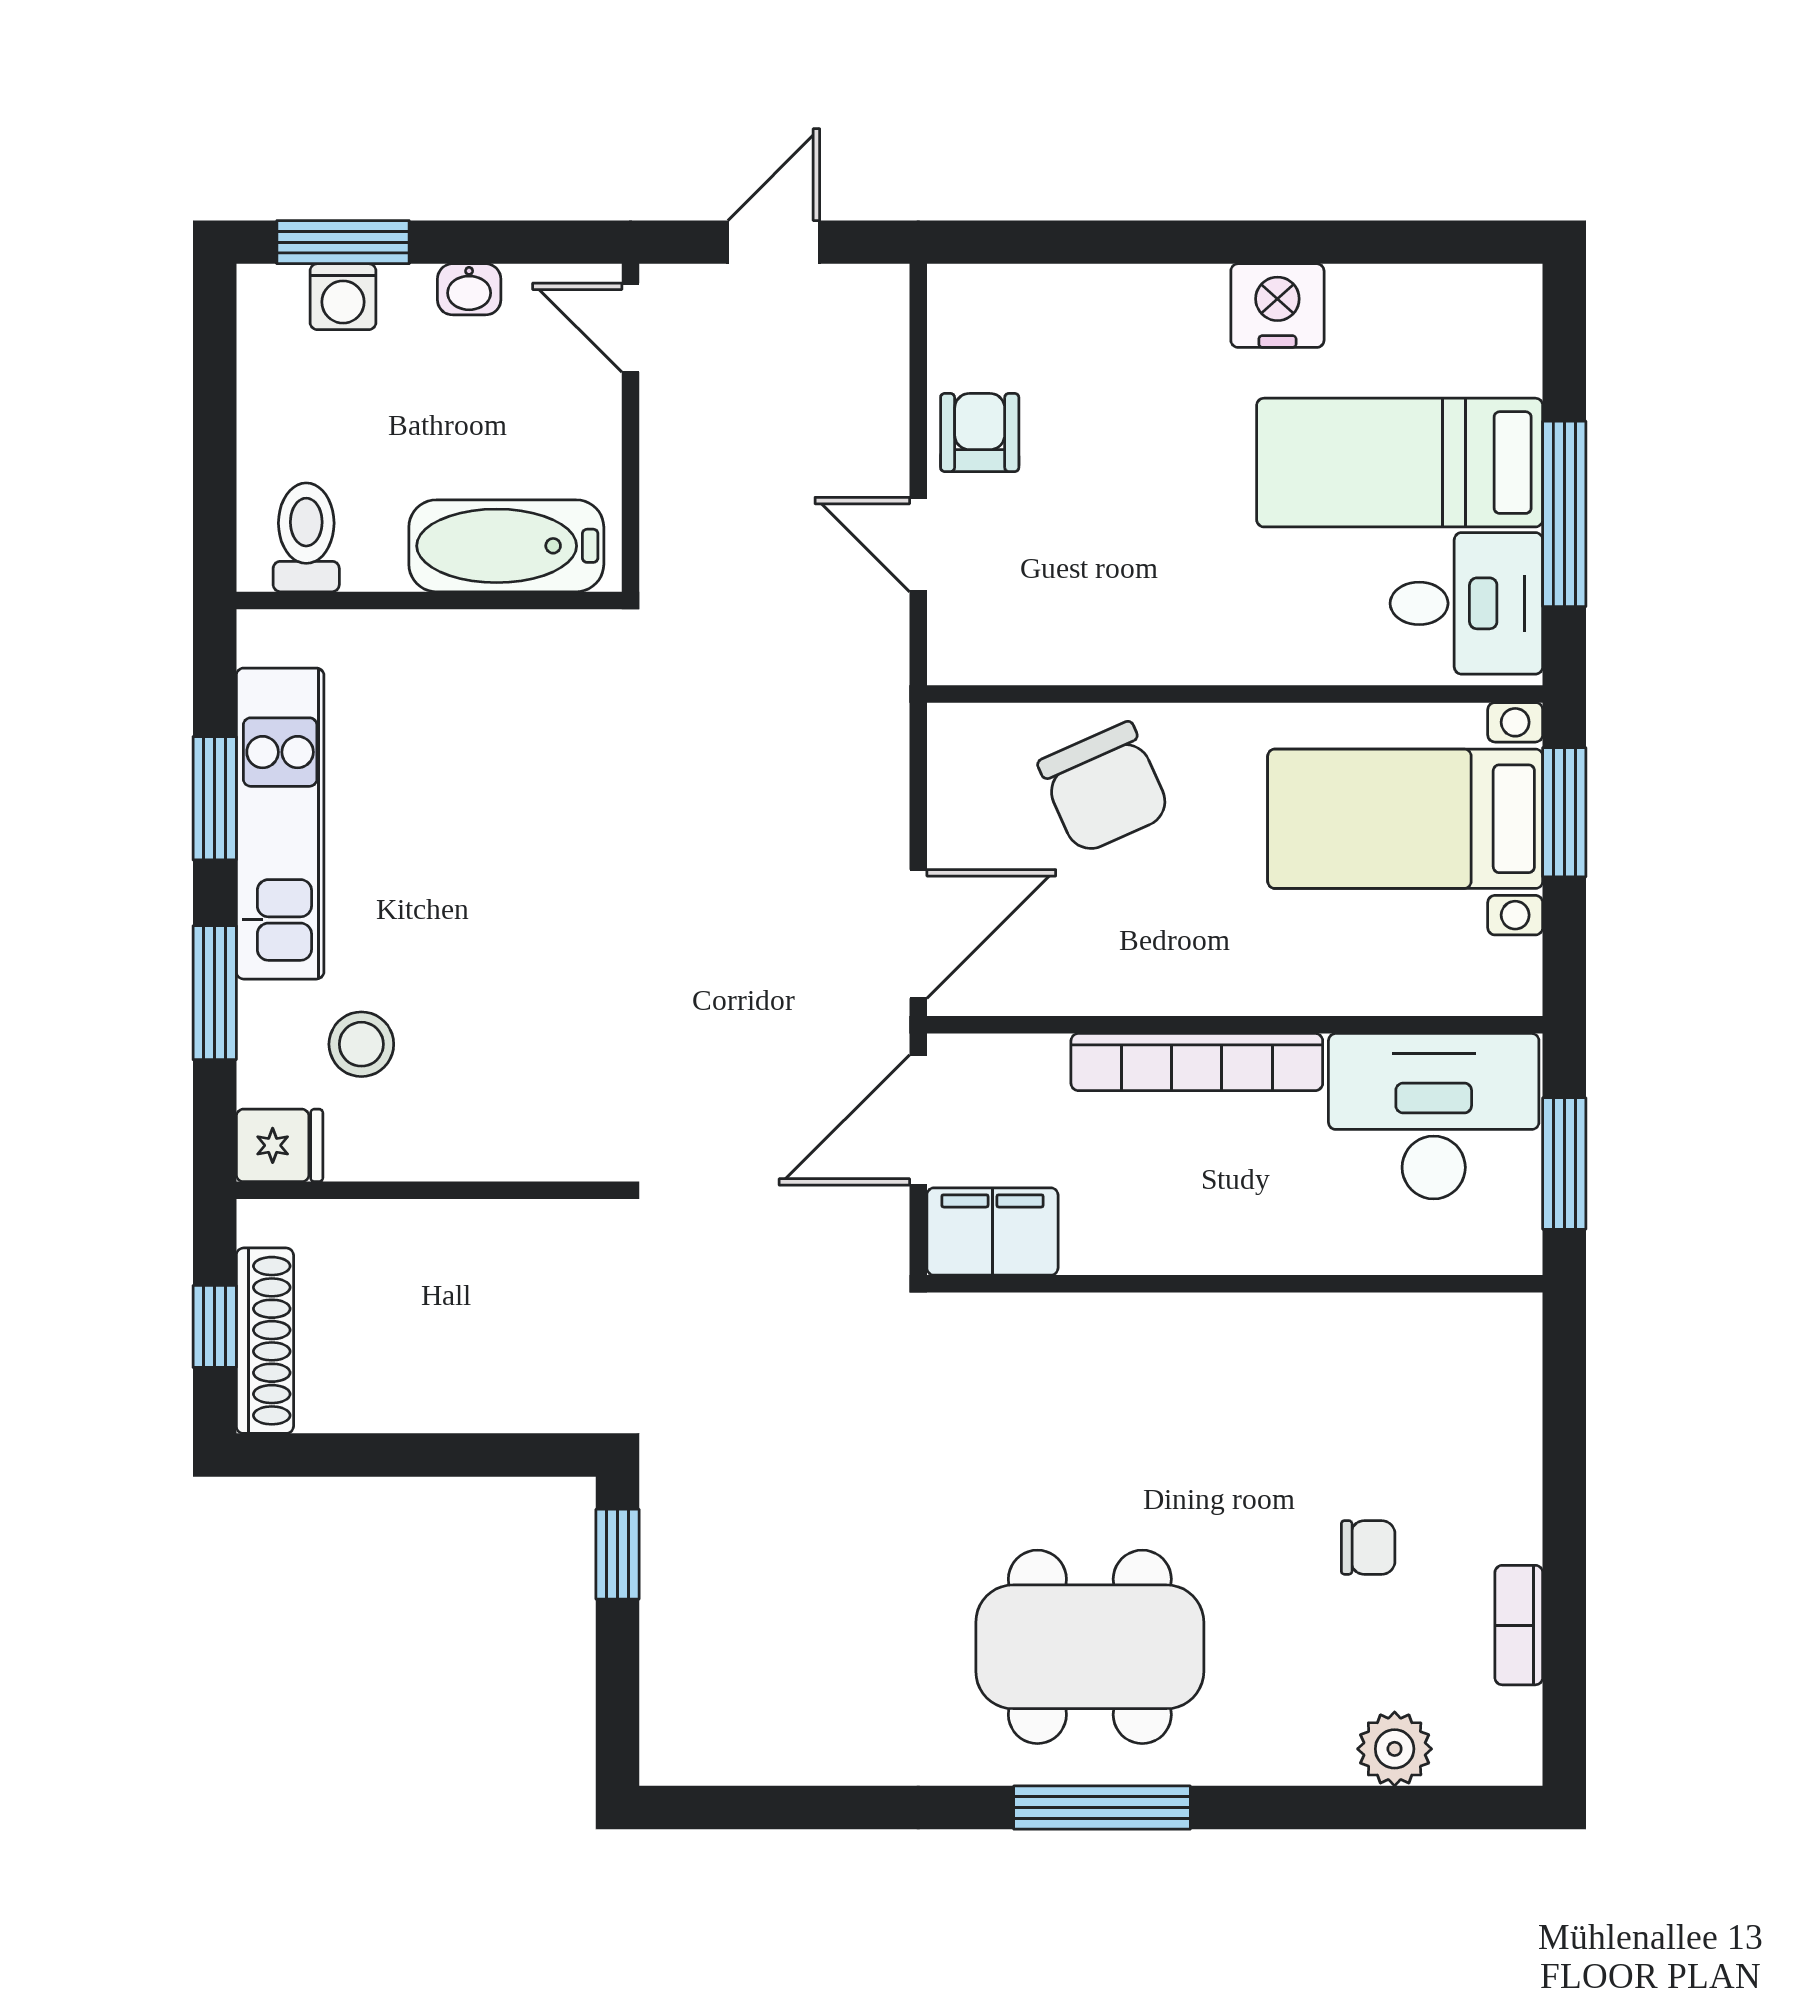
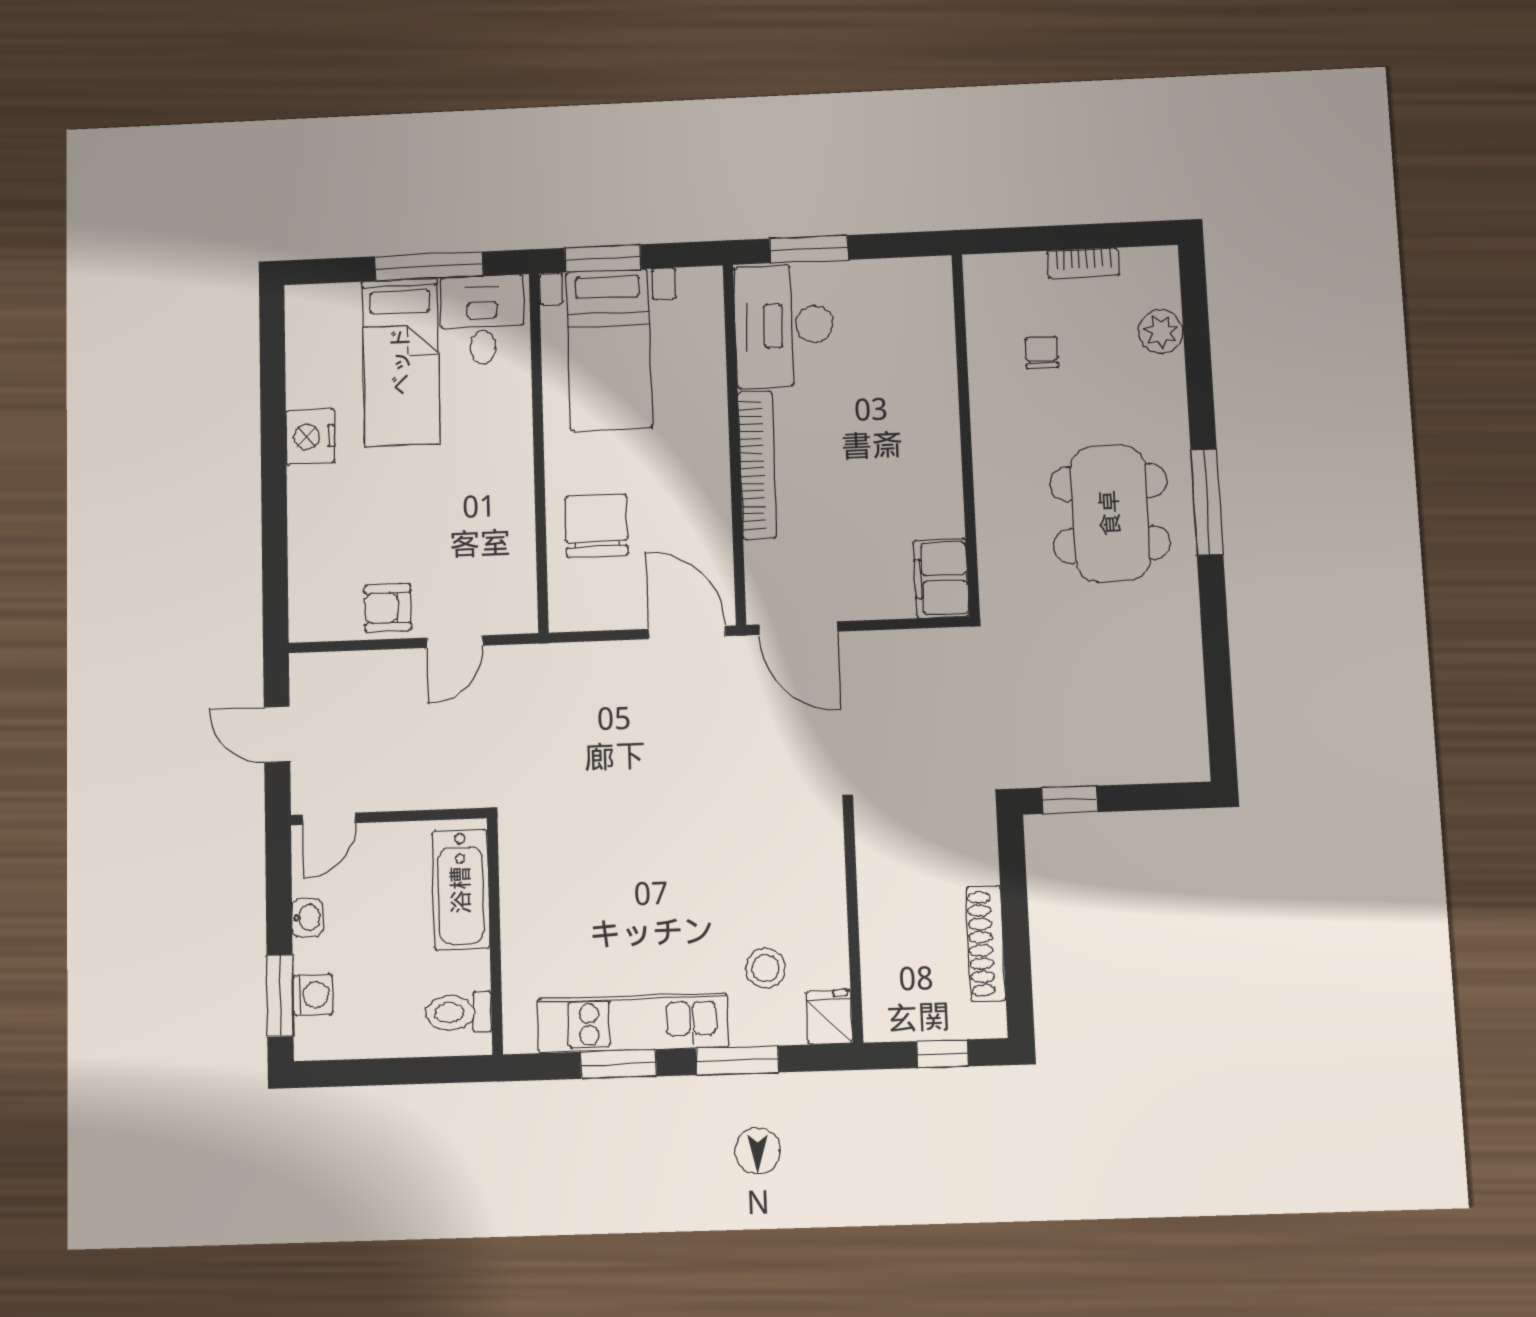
chair: (1104, 788) -> (596, 526), turned -66
filing cabinet: (992, 1231) -> (941, 578), moved
wall: (1235, 1284) -> (966, 434), moved
shoe rack: (265, 1341) -> (985, 944), moved, turned -90

